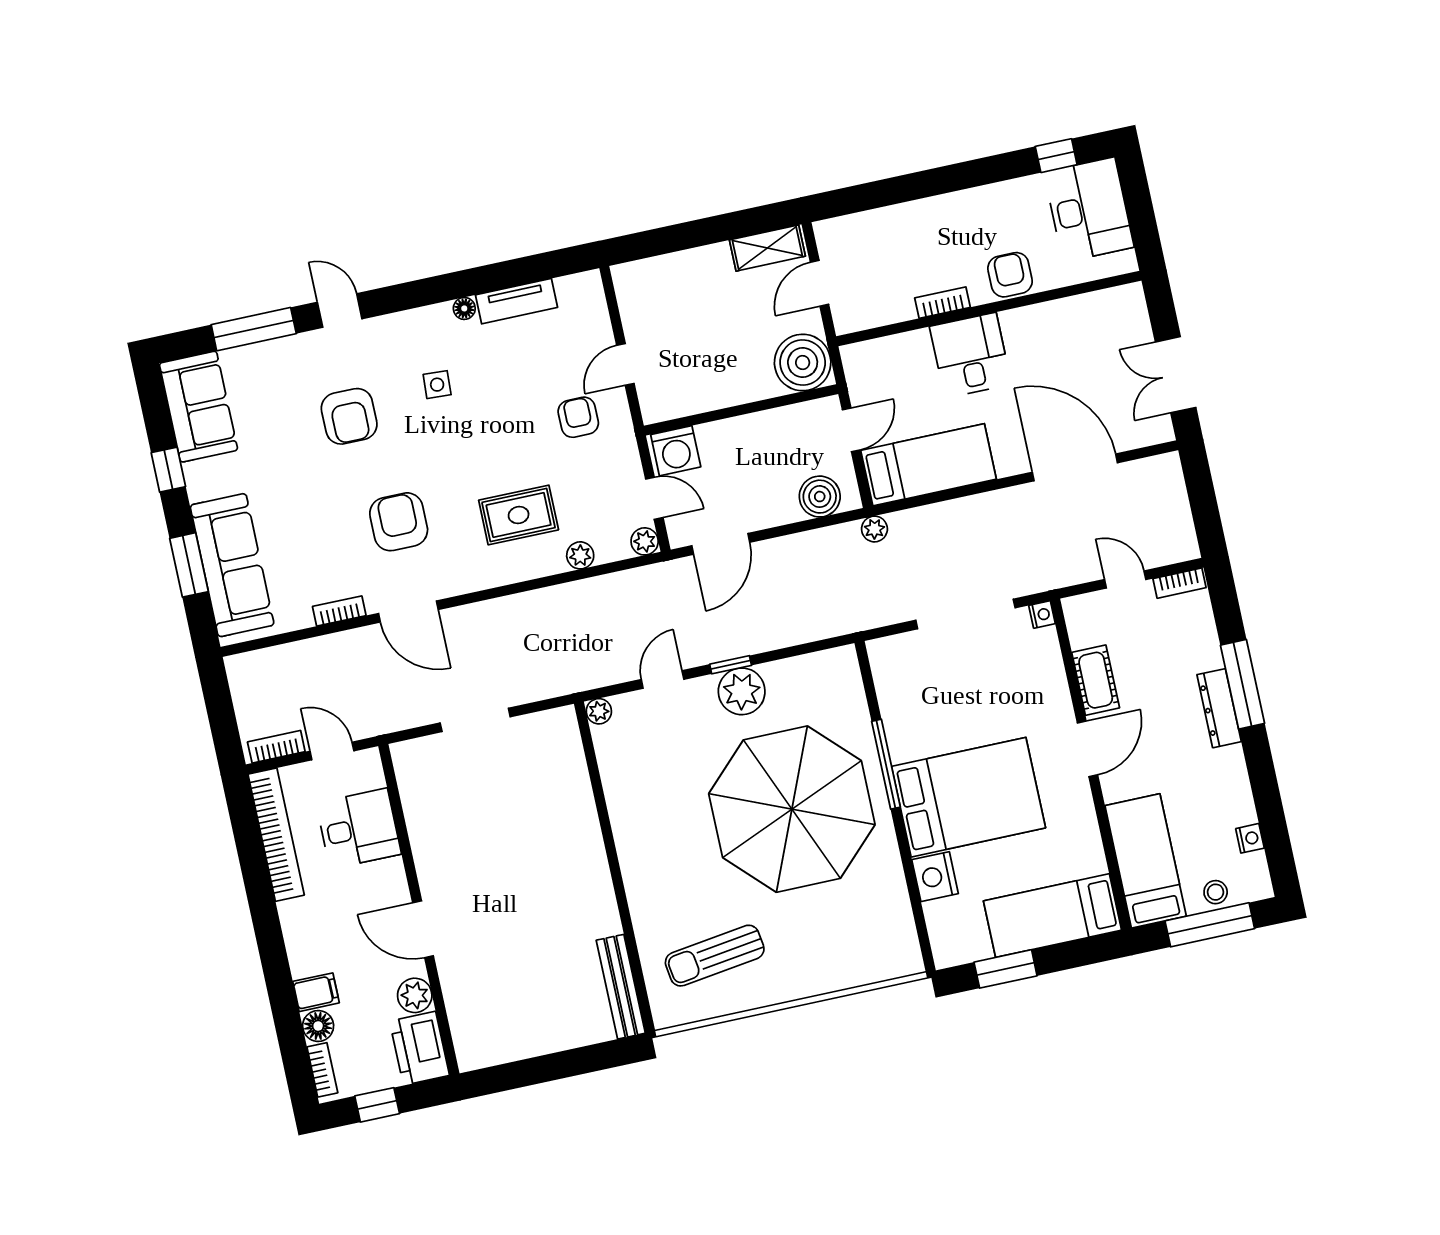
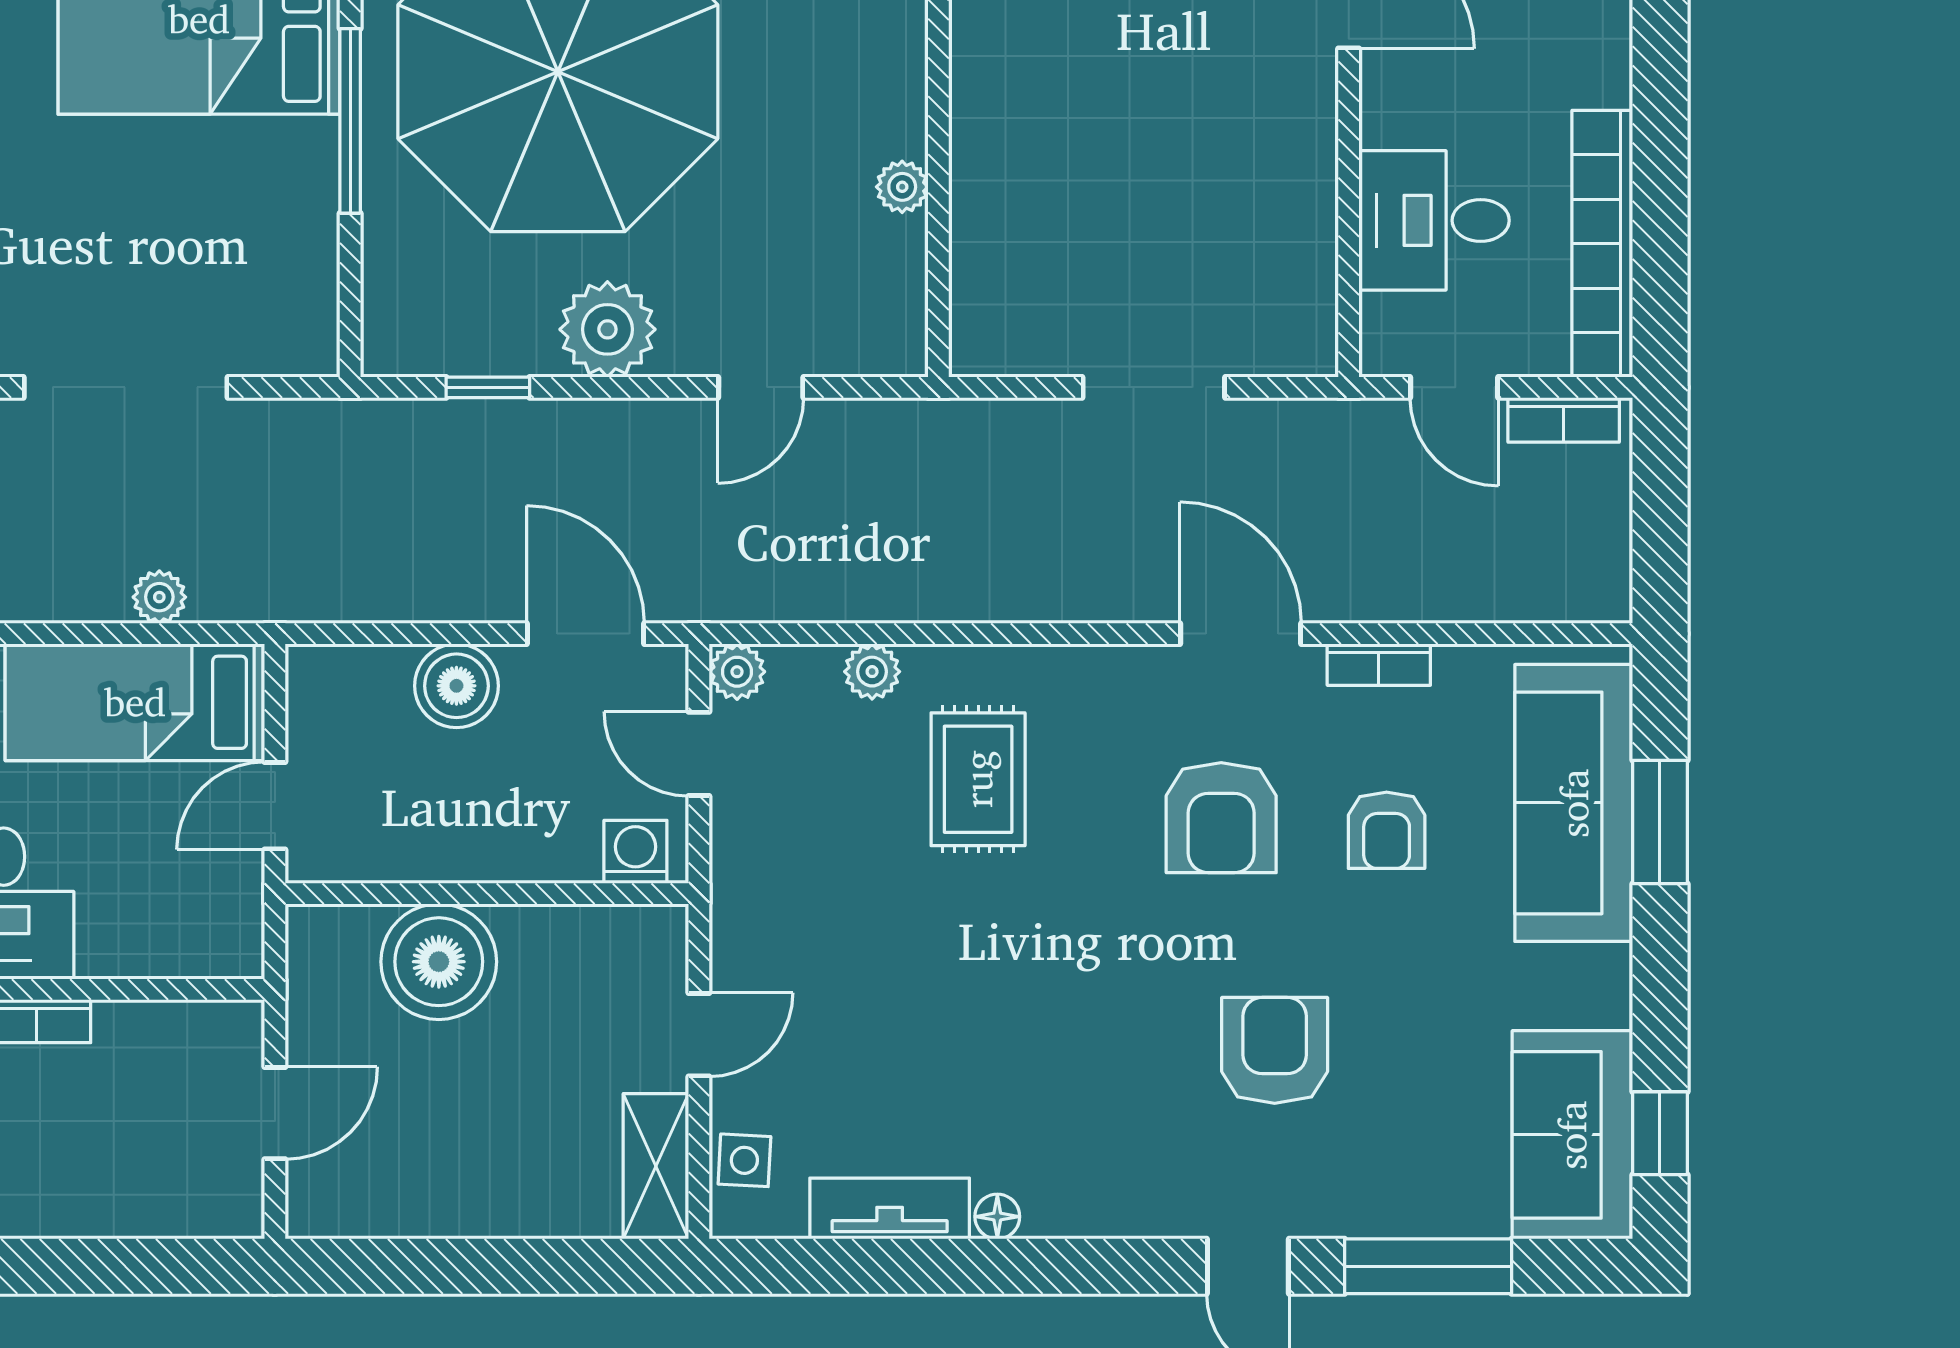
shelving: (767, 248) -> (656, 1166), moved, turned 90
boiler: (803, 363) -> (439, 962), moved
side table: (437, 385) -> (744, 1160), moved
armchair: (578, 417) -> (1387, 830), moved
washing machine: (676, 451) -> (635, 852), width x0.73, depth x0.73
window: (168, 470) -> (1660, 1133), moved
boiler: (820, 497) -> (456, 686), moved
rug: (519, 515) -> (978, 779), turned 90
plant: (874, 529) -> (159, 597), moved
door: (721, 544) -> (586, 634), hinge flipped
window: (731, 665) -> (488, 387), moved
plant: (599, 711) -> (902, 187), moved

